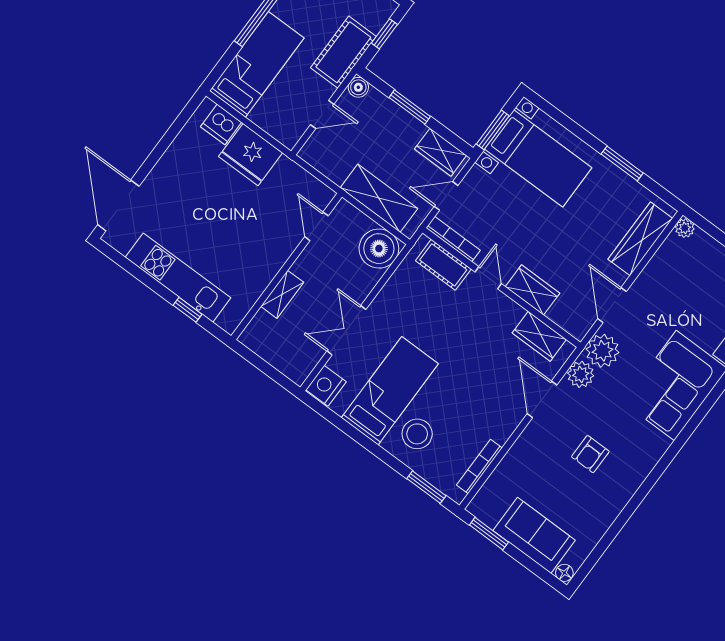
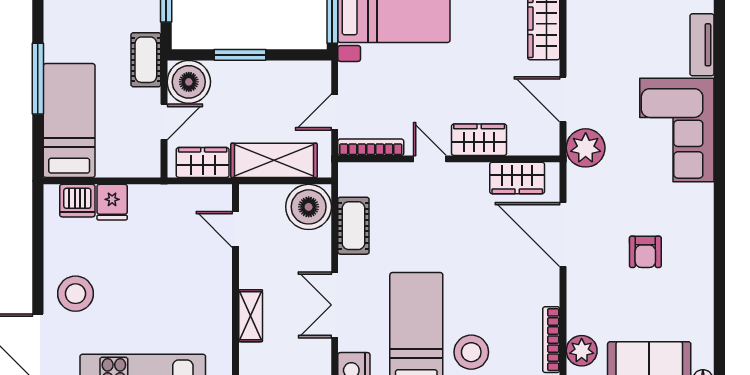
cot: (343, 52) -> (146, 60), width x0.73, depth x0.75
boiler: (358, 87) -> (189, 82), width x1.86, depth x1.86
wardrobe: (440, 152) -> (203, 162), moved, turned 180
fridge: (251, 155) -> (112, 202), width x0.53, depth x0.75
stool: (172, 188) -> (75, 294), added
cot: (443, 265) -> (353, 226), moved, turned 90
plant: (581, 374) -> (582, 351), moved
door: (542, 399) -> (563, 234), width x1.36

